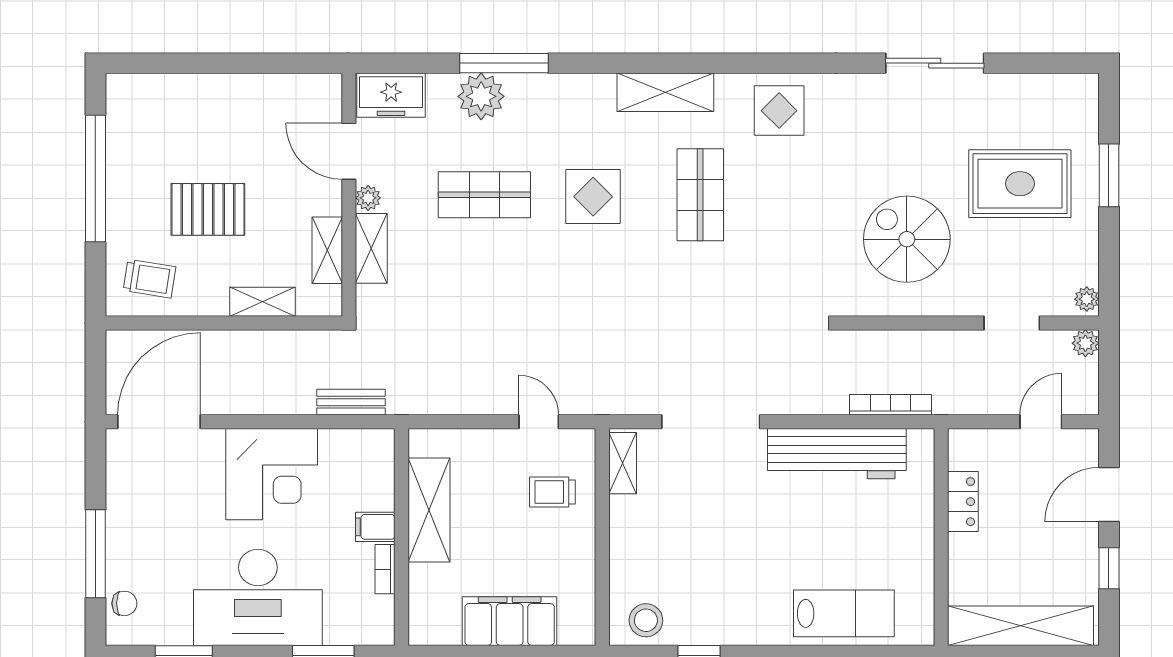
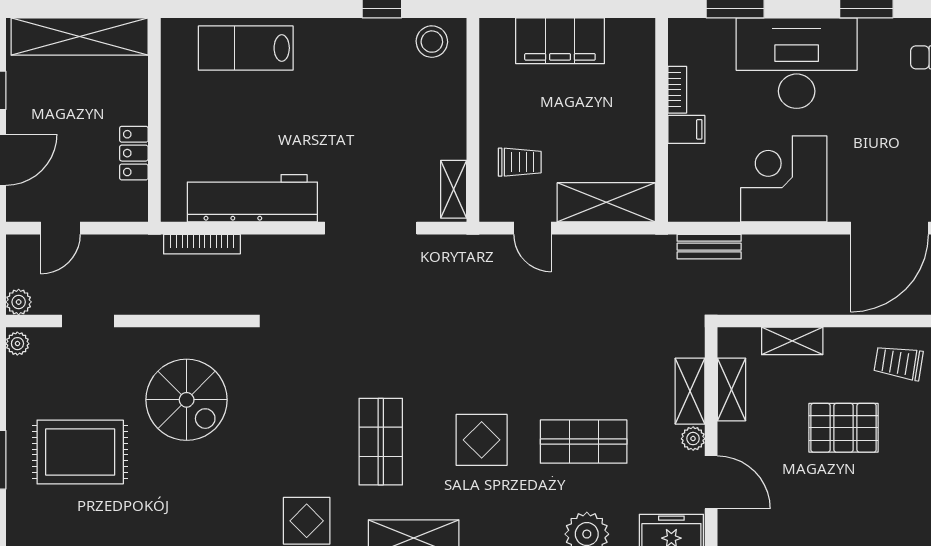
shelving: (429, 510) -> (606, 202), moved, turned 90

